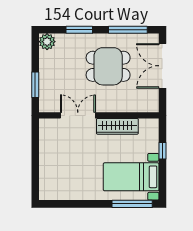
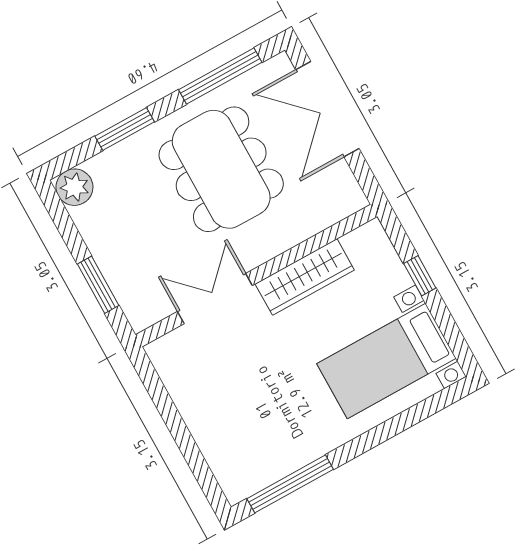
dining table: (108, 66) -> (221, 169), width x1.38
window: (132, 204) -> (290, 484), moved

